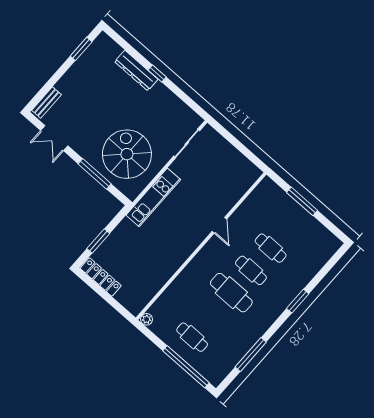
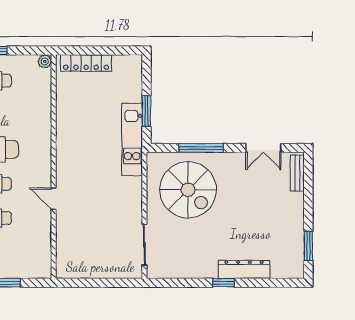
double door: (54, 138) -> (263, 148), swing flipped
kitchen unit: (153, 197) -> (132, 139), moved
window: (98, 241) -> (146, 111), moved
locker: (101, 277) -> (86, 63), moved

